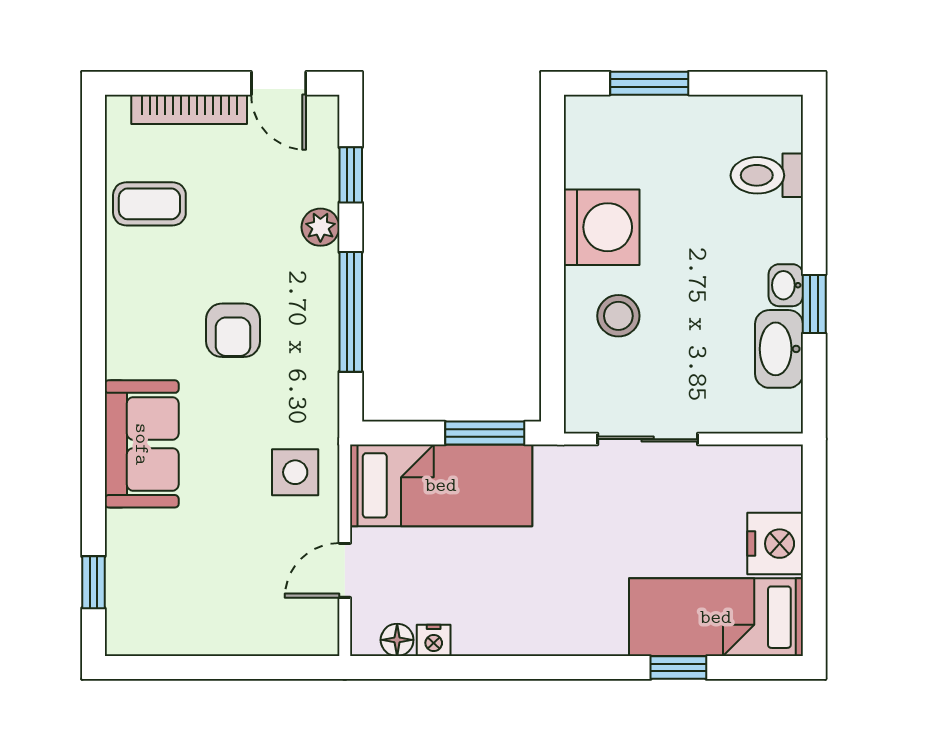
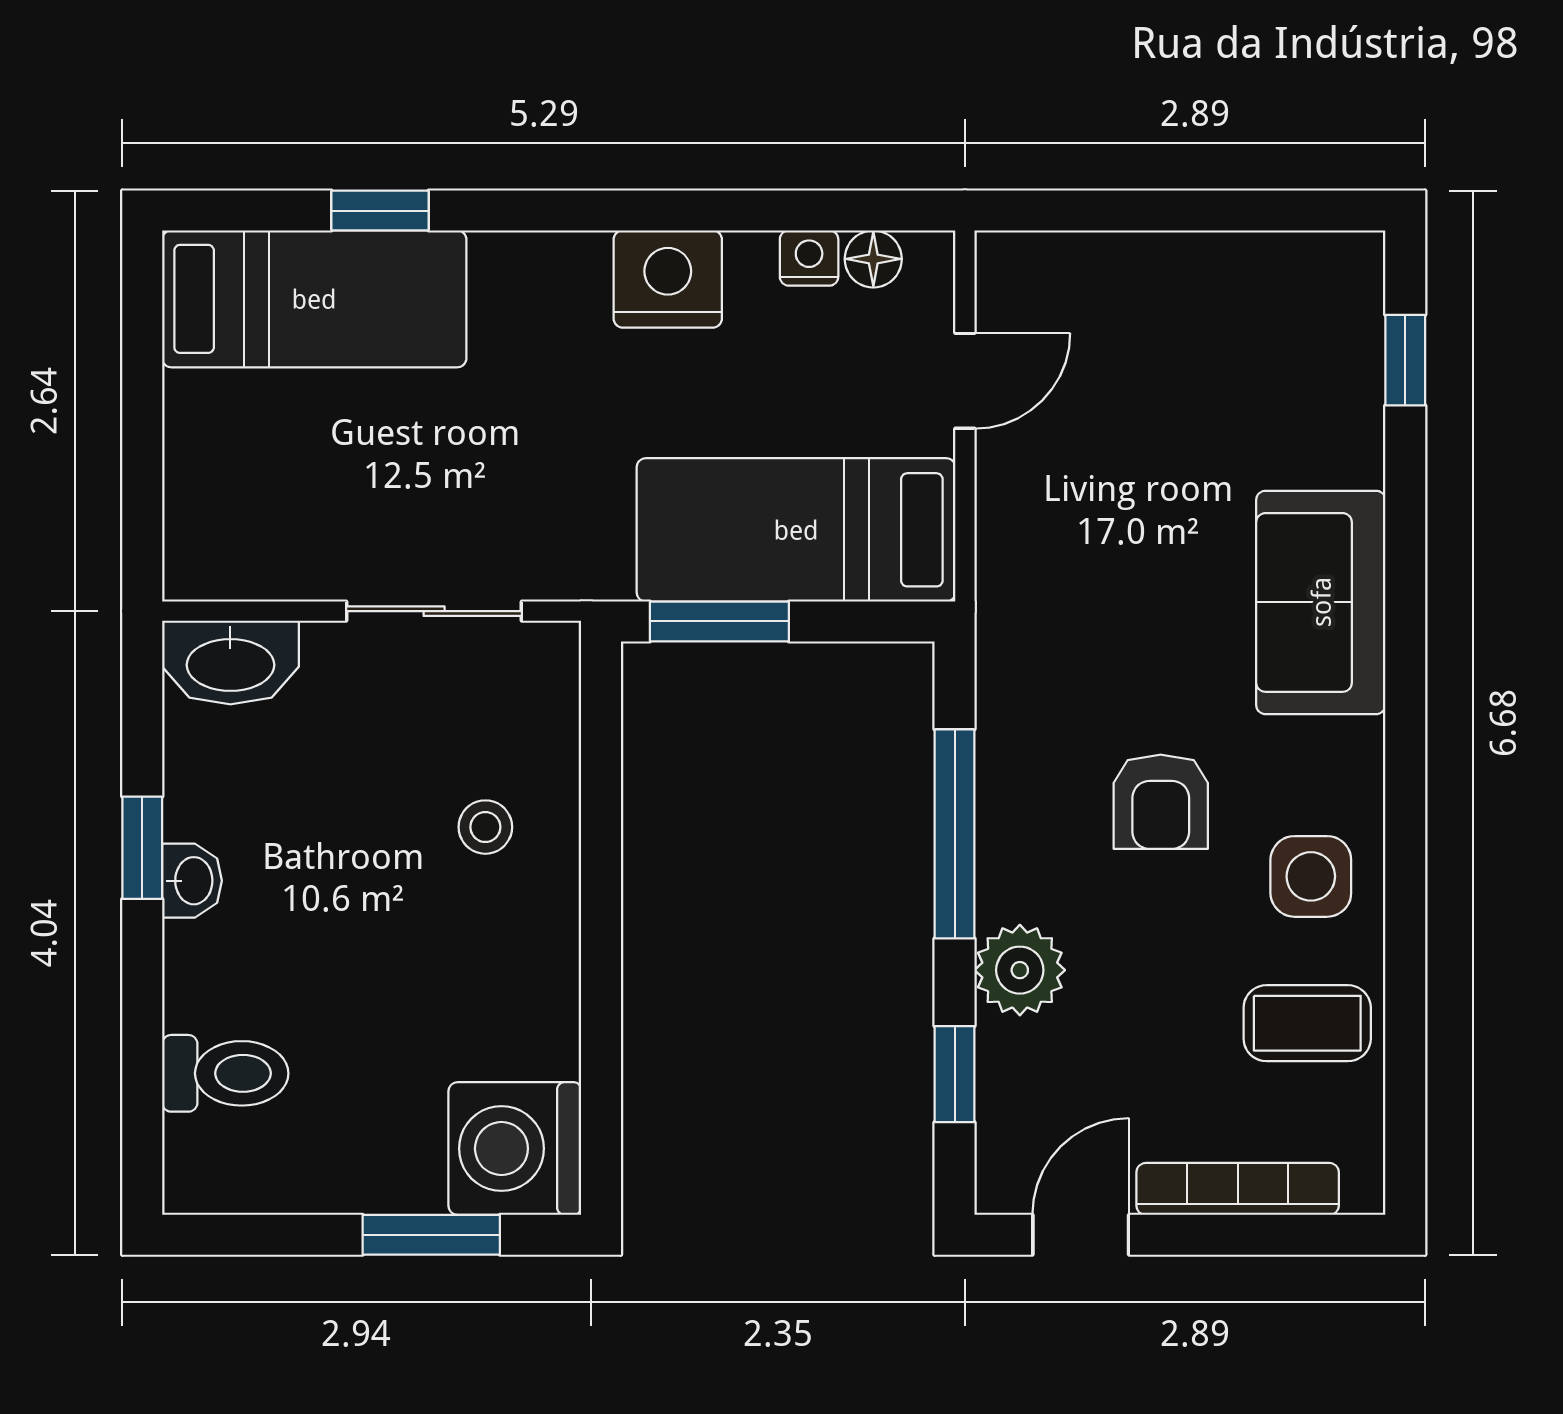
door: (279, 83) -> (1081, 1235), hinge flipped
plant: (320, 227) -> (1020, 970), width x1.38, depth x1.38
washing machine: (602, 227) -> (515, 1149), moved
stool: (618, 316) -> (485, 827), width x0.73, depth x0.73
armchair: (233, 330) -> (1161, 802), turned 180
washbasin: (779, 349) -> (230, 662), moved, turned 90
side table: (295, 472) -> (1311, 876), moved
nightstand: (775, 544) -> (668, 279), moved, turned 90

